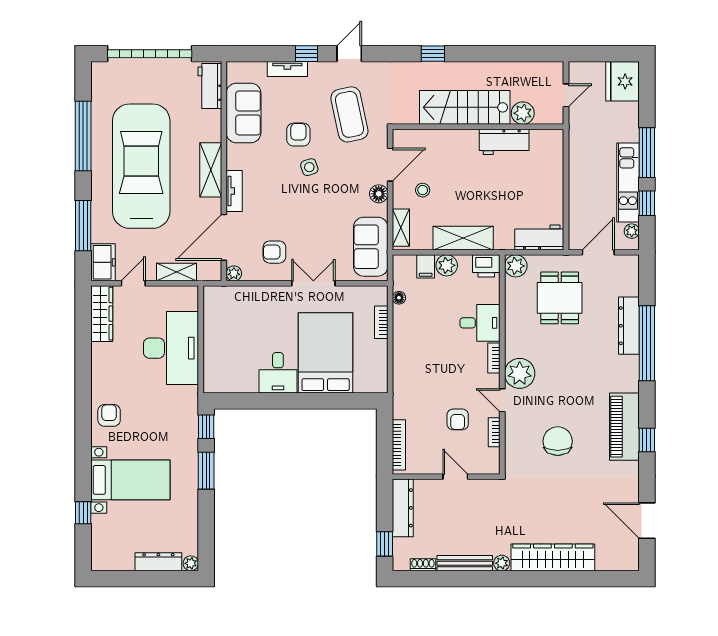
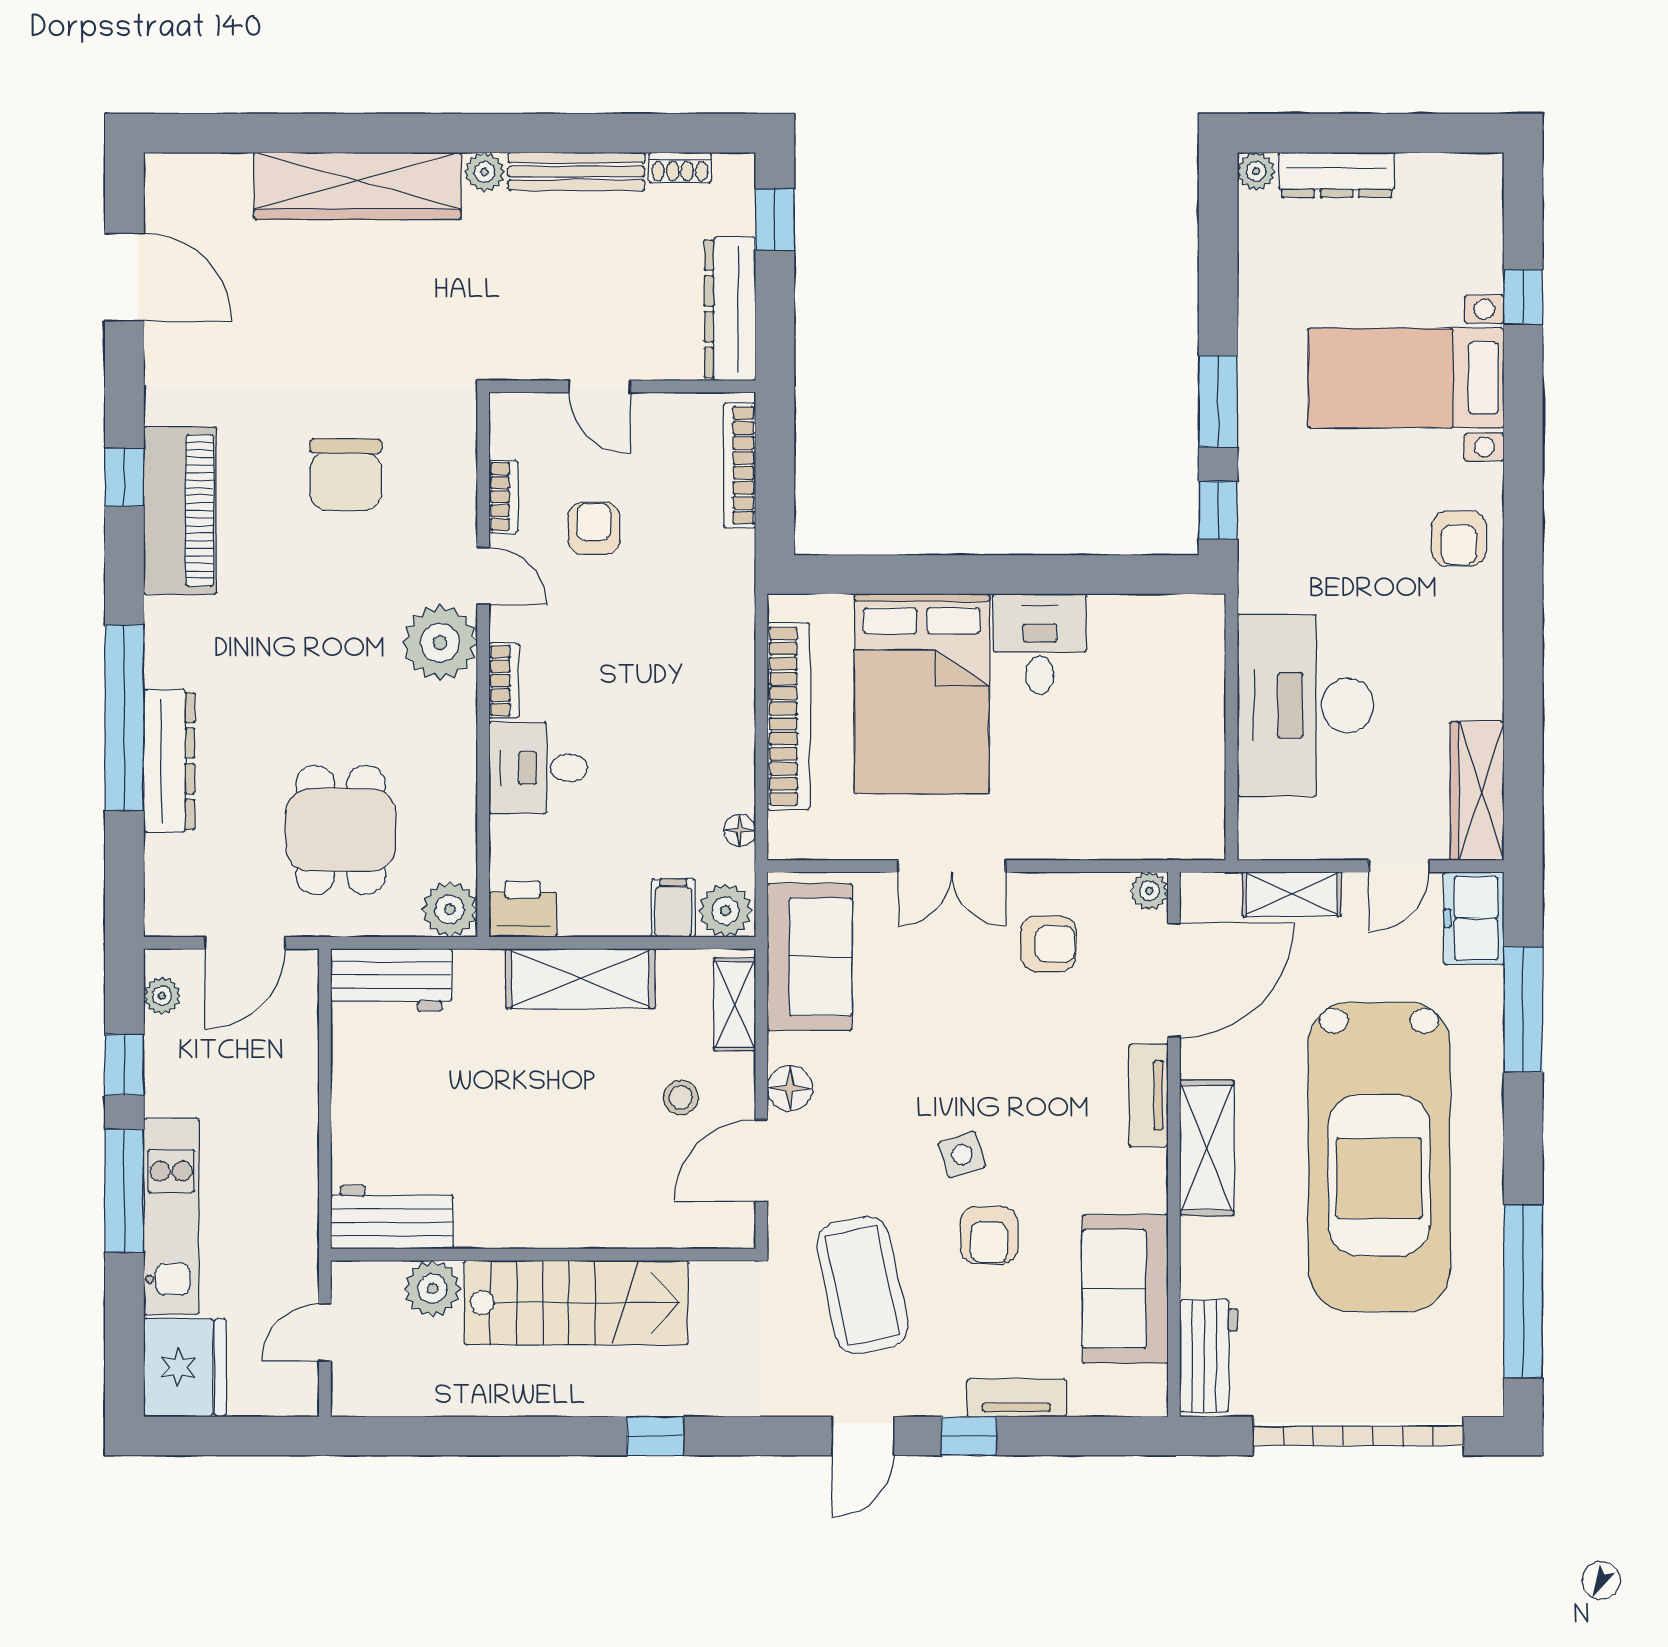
window: (83, 136) -> (1523, 1291), moved
workbench: (504, 142) -> (392, 1217), moved
kitchen unit: (628, 182) -> (171, 1216), moved
plant: (447, 265) -> (725, 911), moved
bookcase: (381, 322) -> (788, 716), width x2.31, depth x1.31

